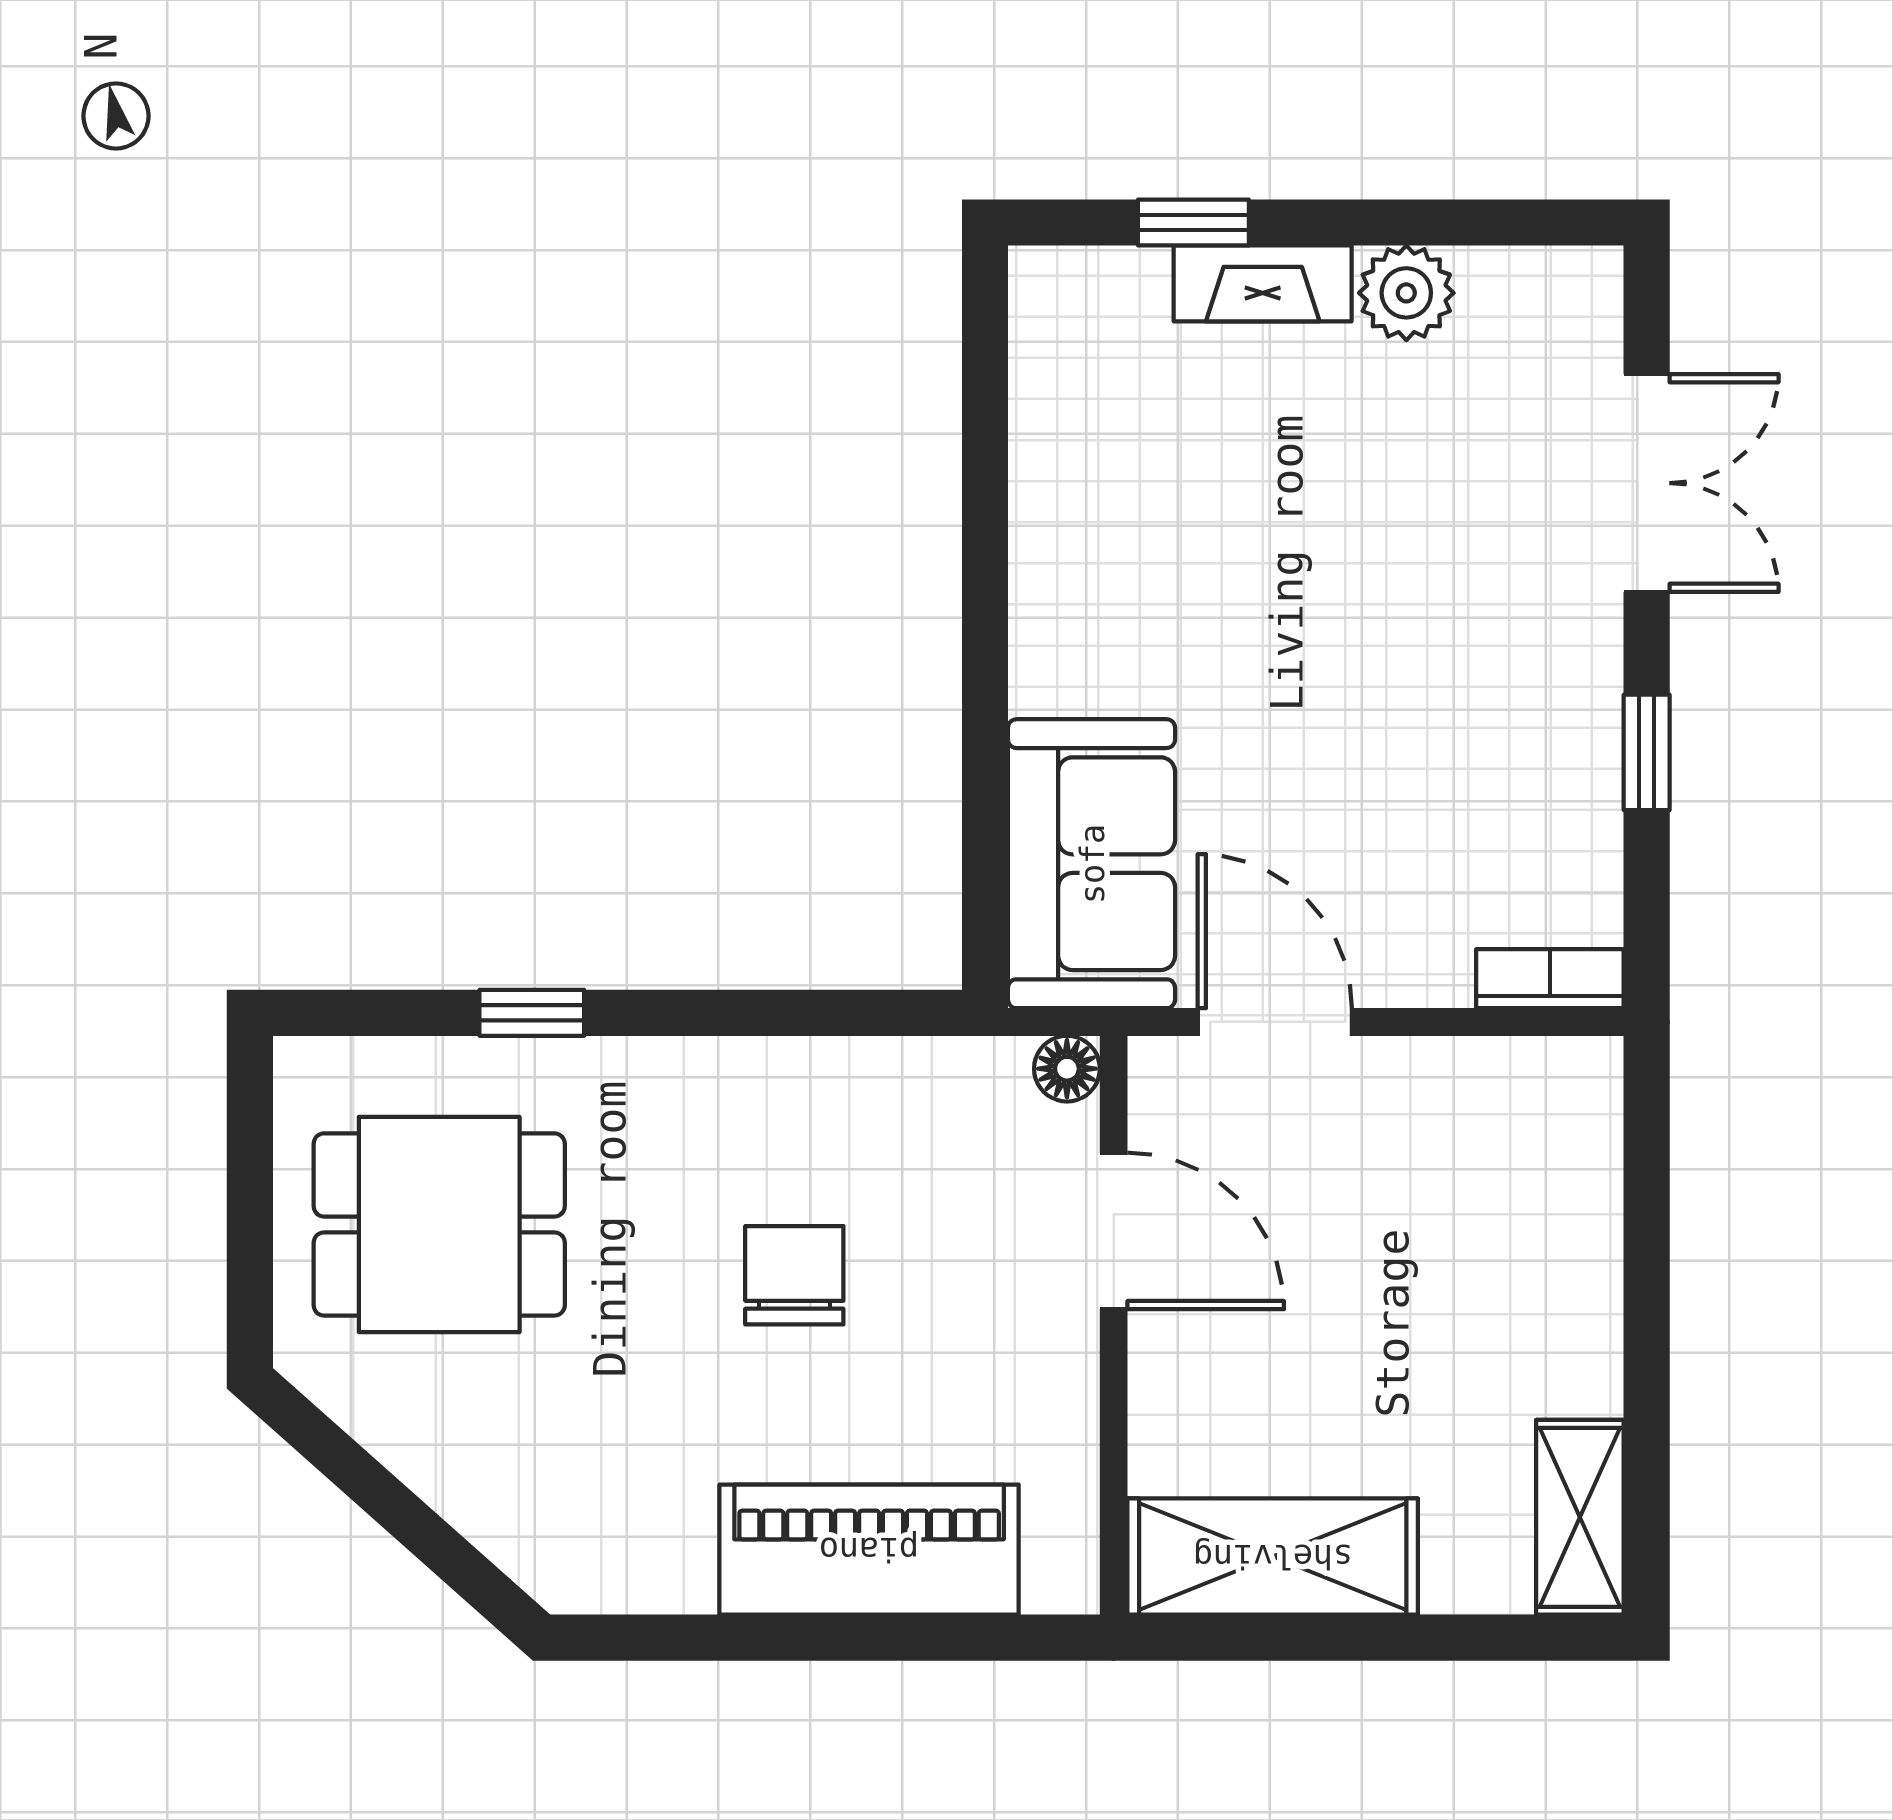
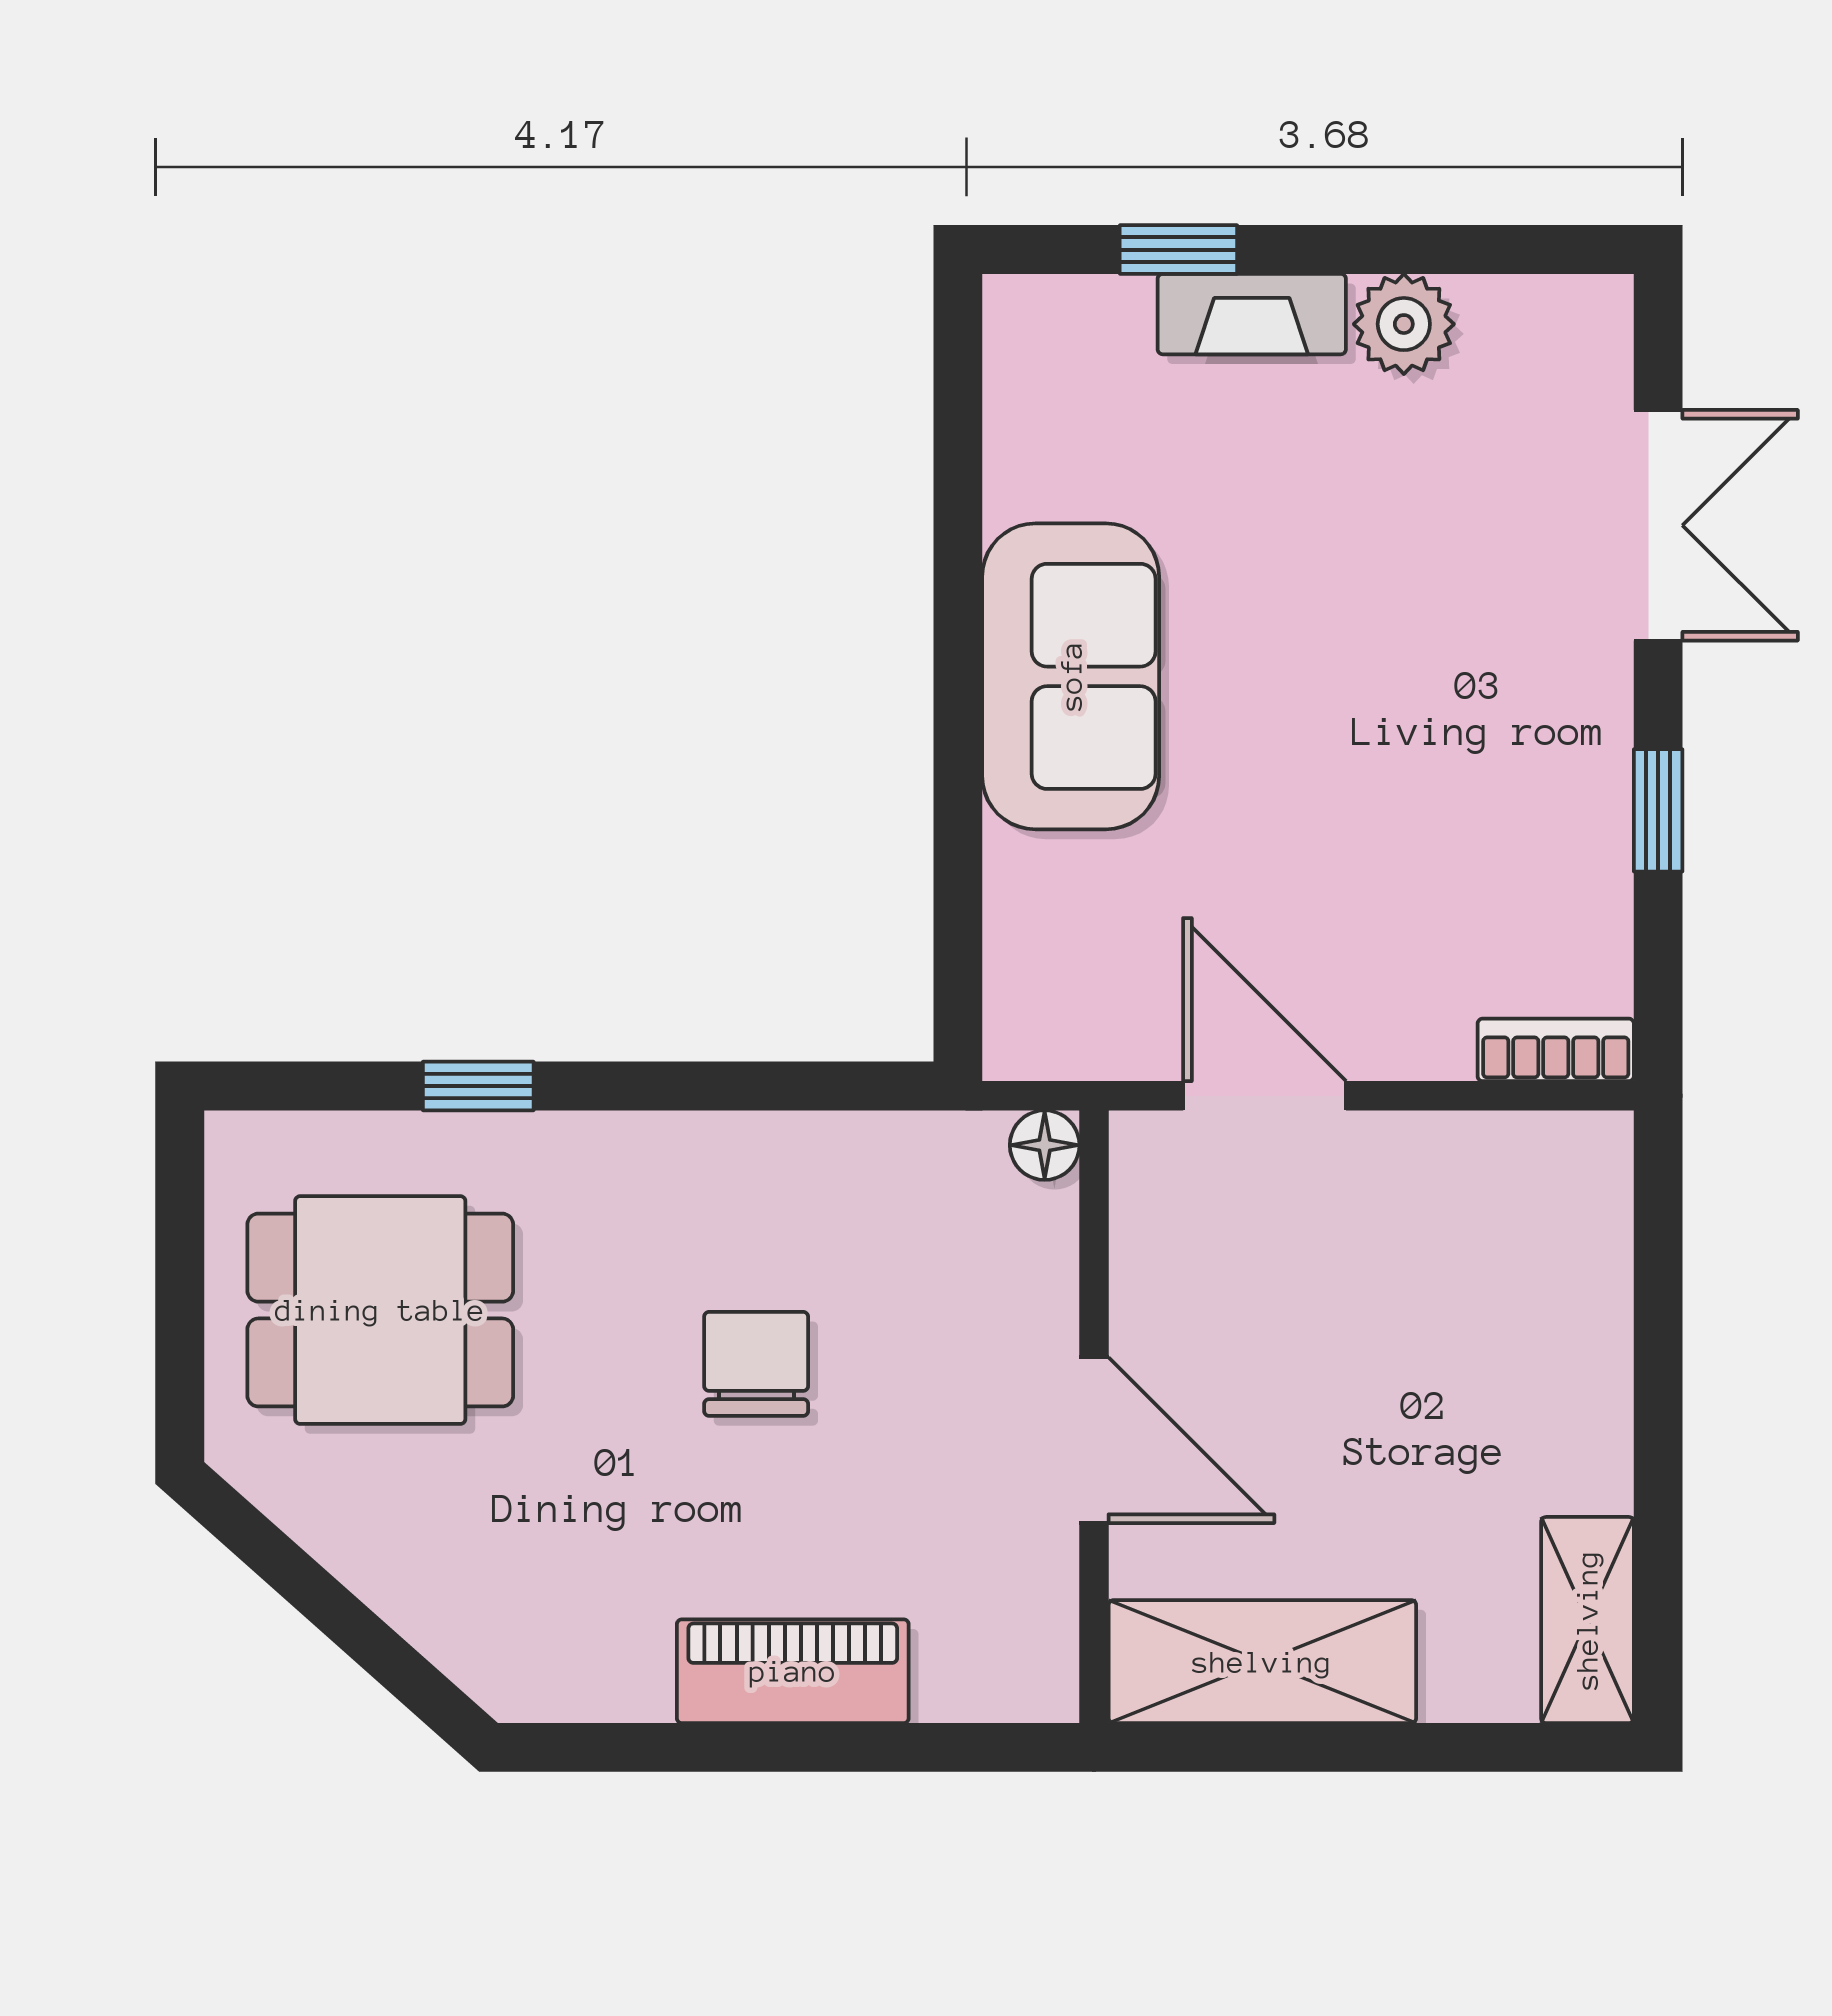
sofa: (1092, 864) -> (1071, 676), moved
door: (1114, 1231) -> (1094, 1440), moved
piano: (869, 1550) -> (793, 1671), width x0.73, depth x0.75

